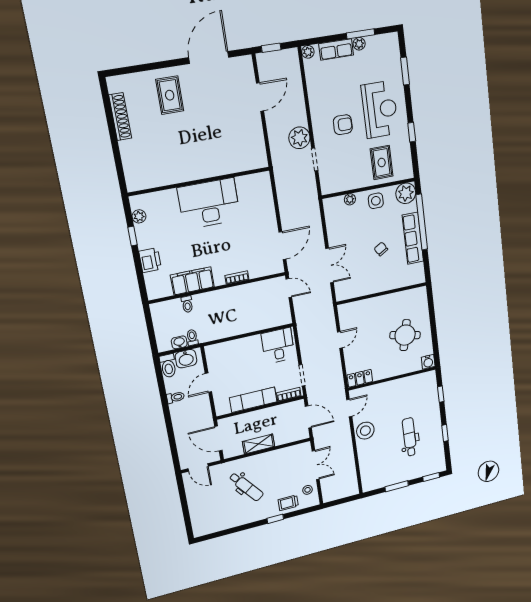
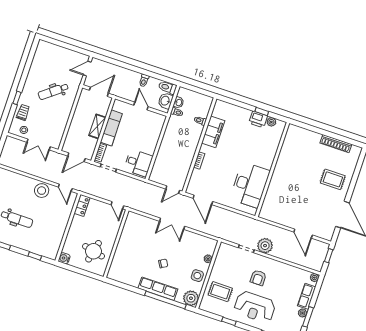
desk: (209, 204) -> (250, 185), moved
printer: (150, 260) -> (258, 119), moved
wall: (382, 294) -> (116, 244), moved
shelving: (259, 444) -> (97, 126), moved

